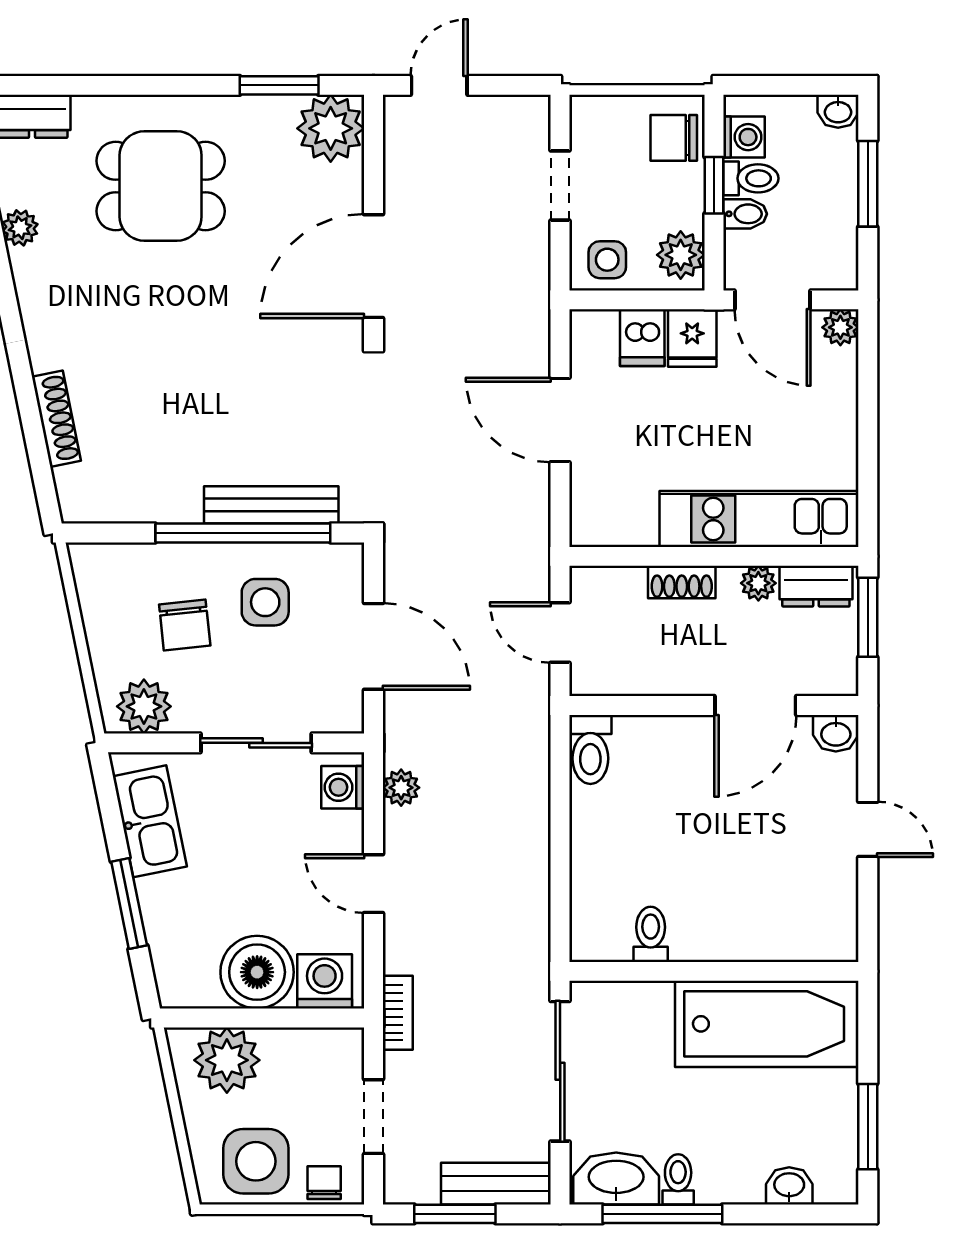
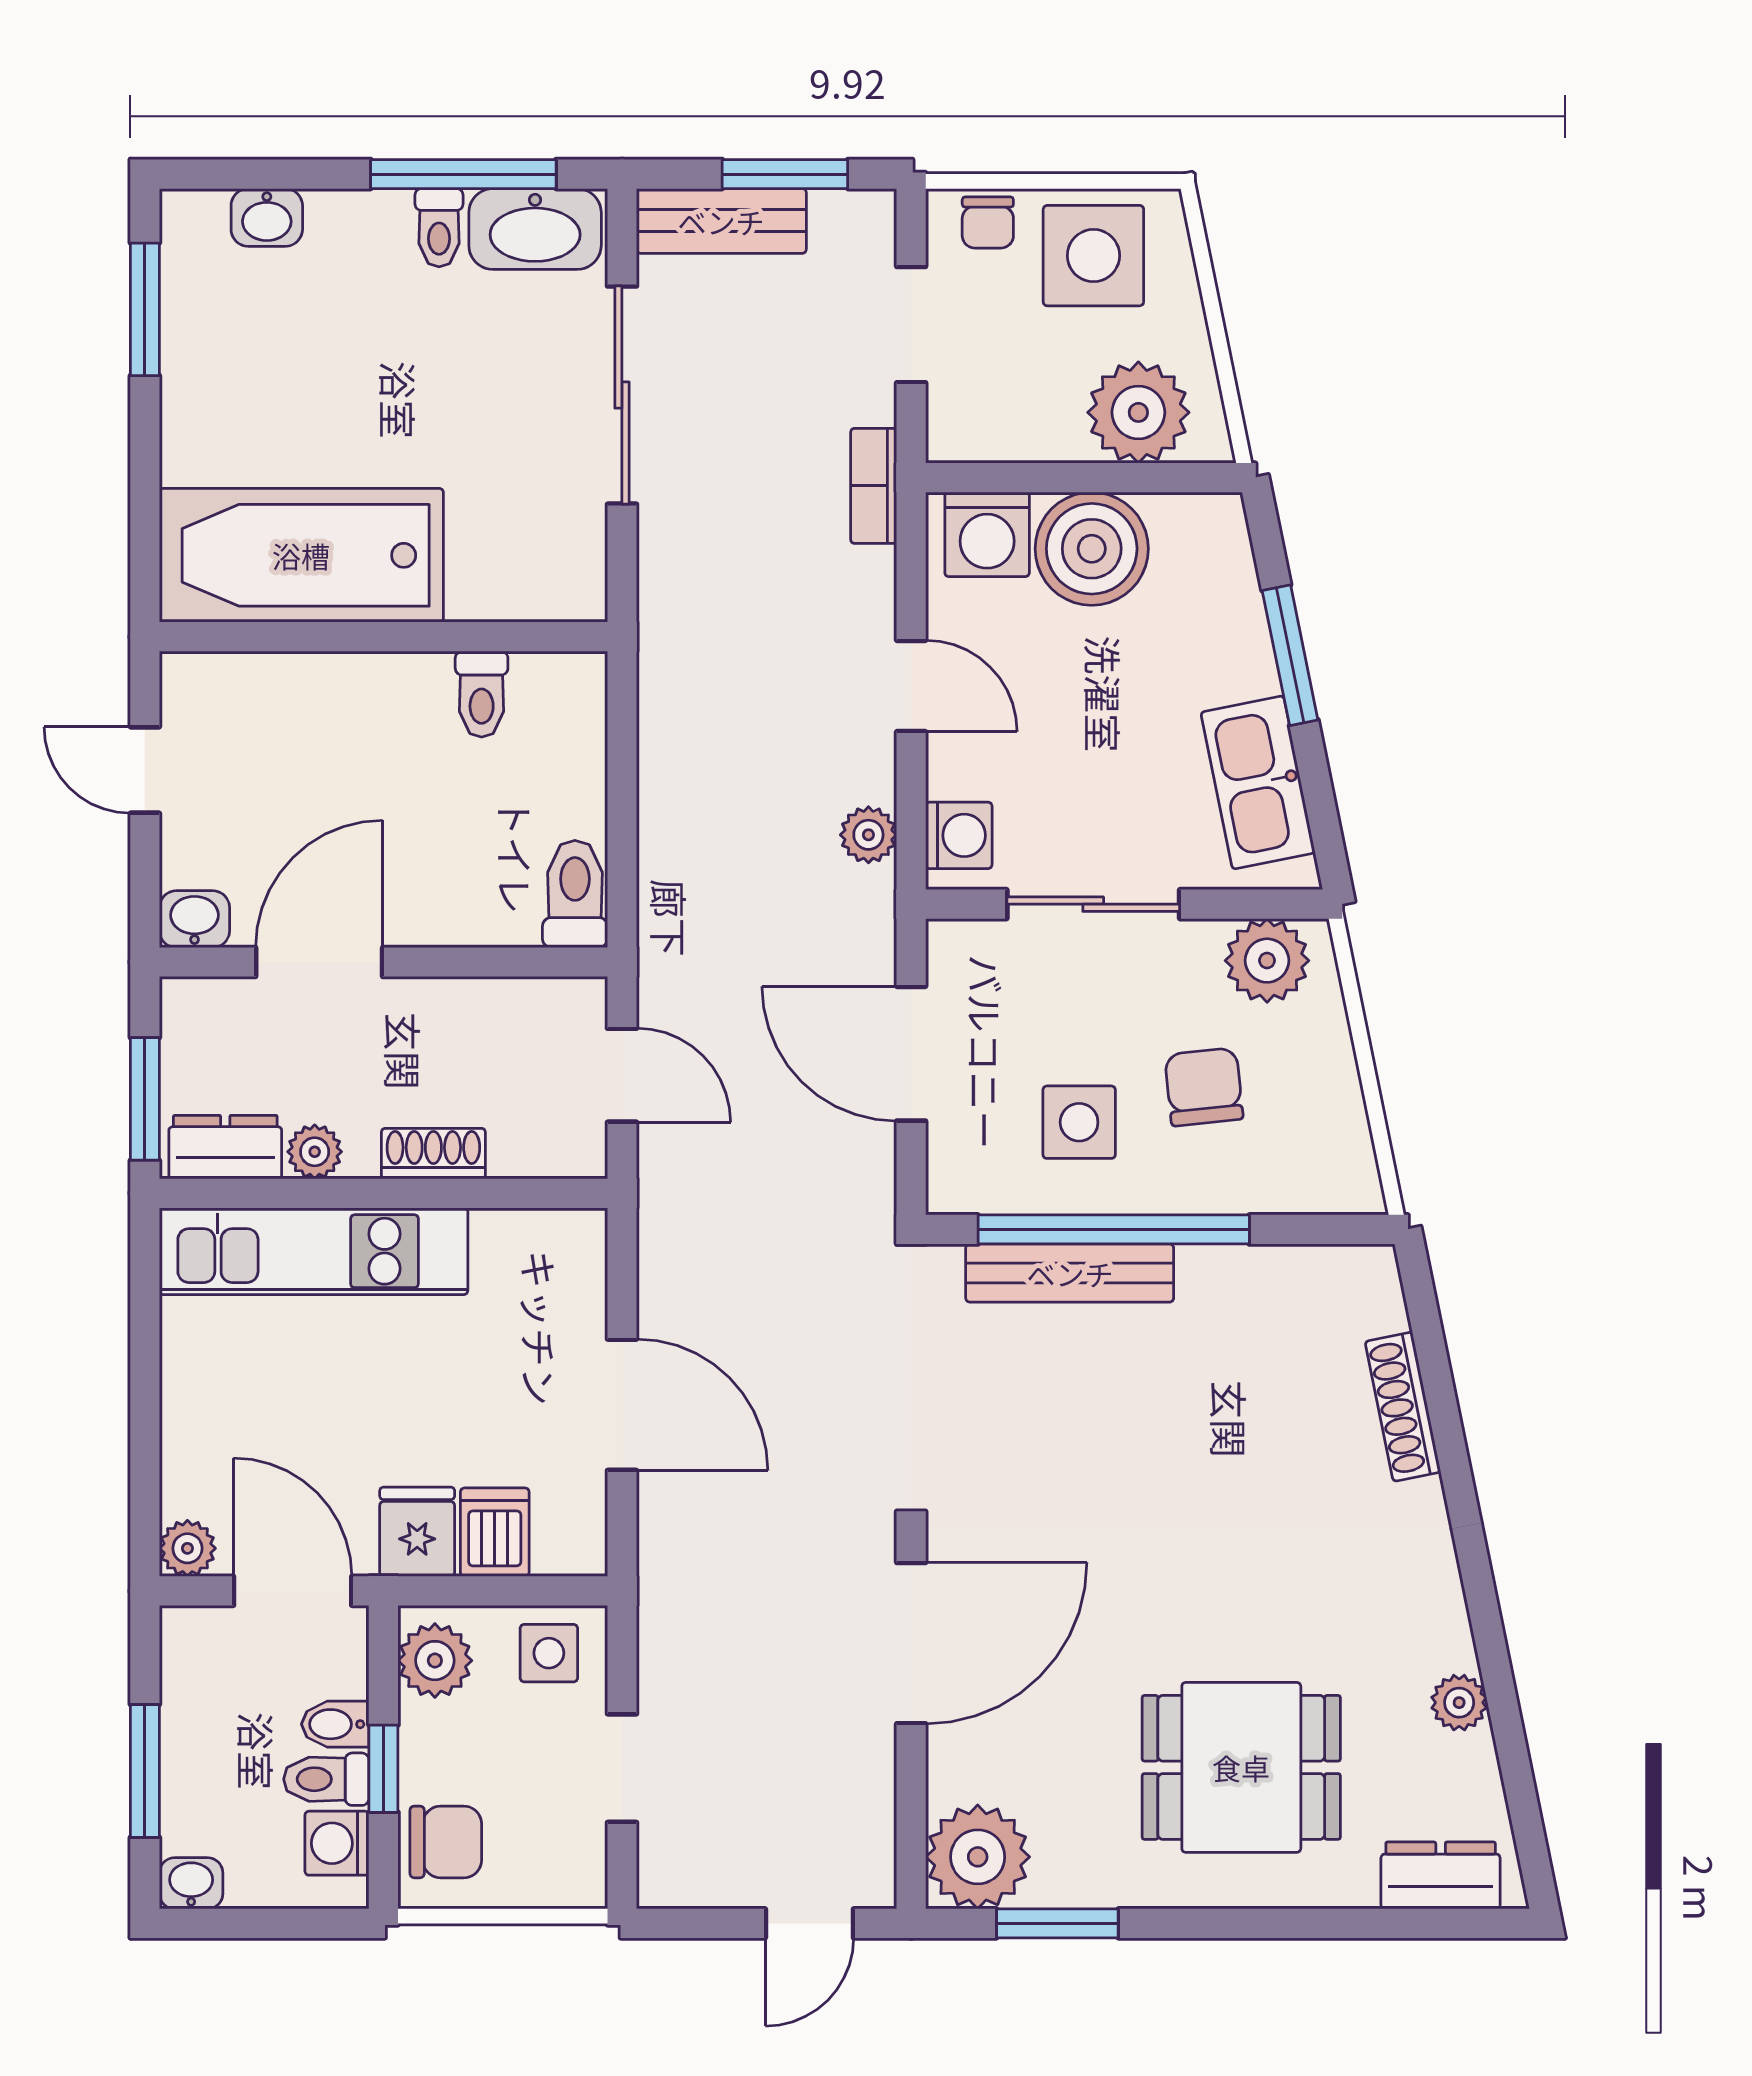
toilet: (651, 934) -> (482, 694), moved
wall: (714, 971) -> (383, 637), moved
bathtub: (767, 1024) -> (301, 555), moved

